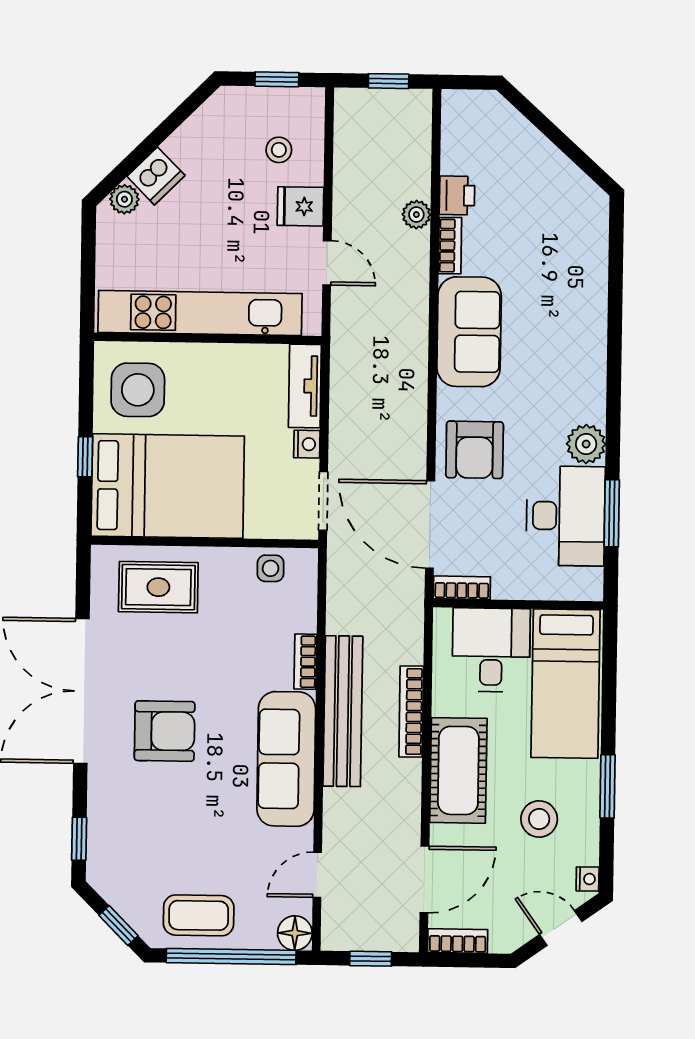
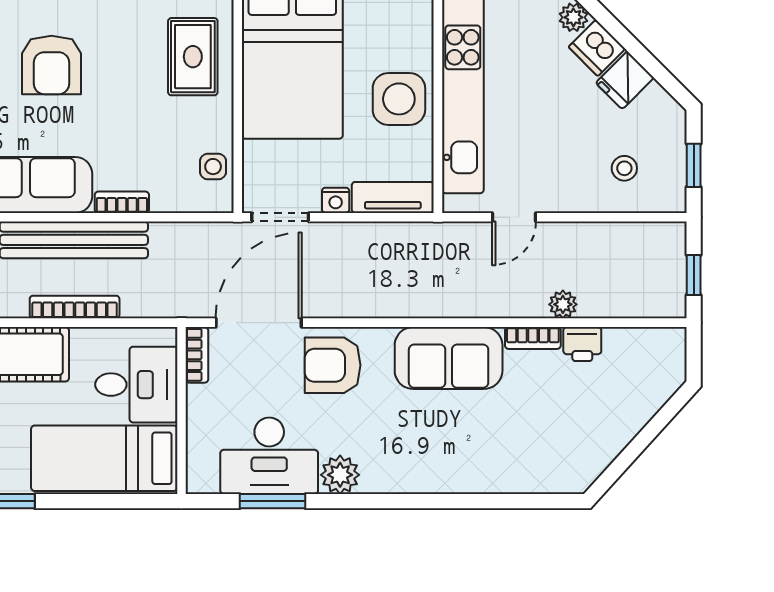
fridge: (301, 206) -> (625, 80), moved, turned -135
side table: (138, 390) -> (399, 99), moved

